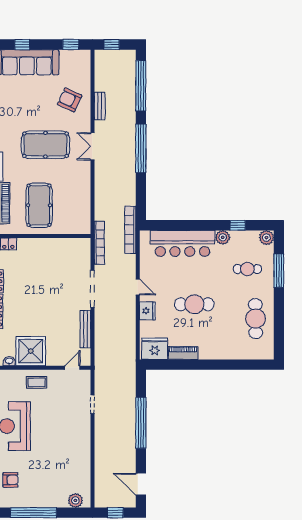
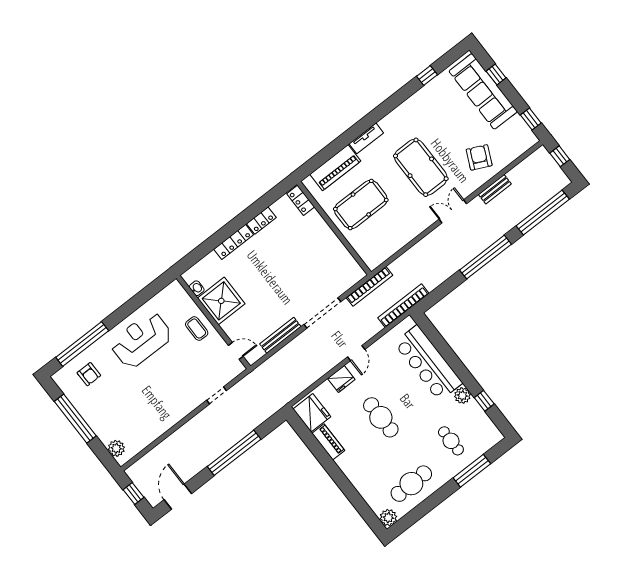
plant: (266, 238) -> (388, 518), moved

